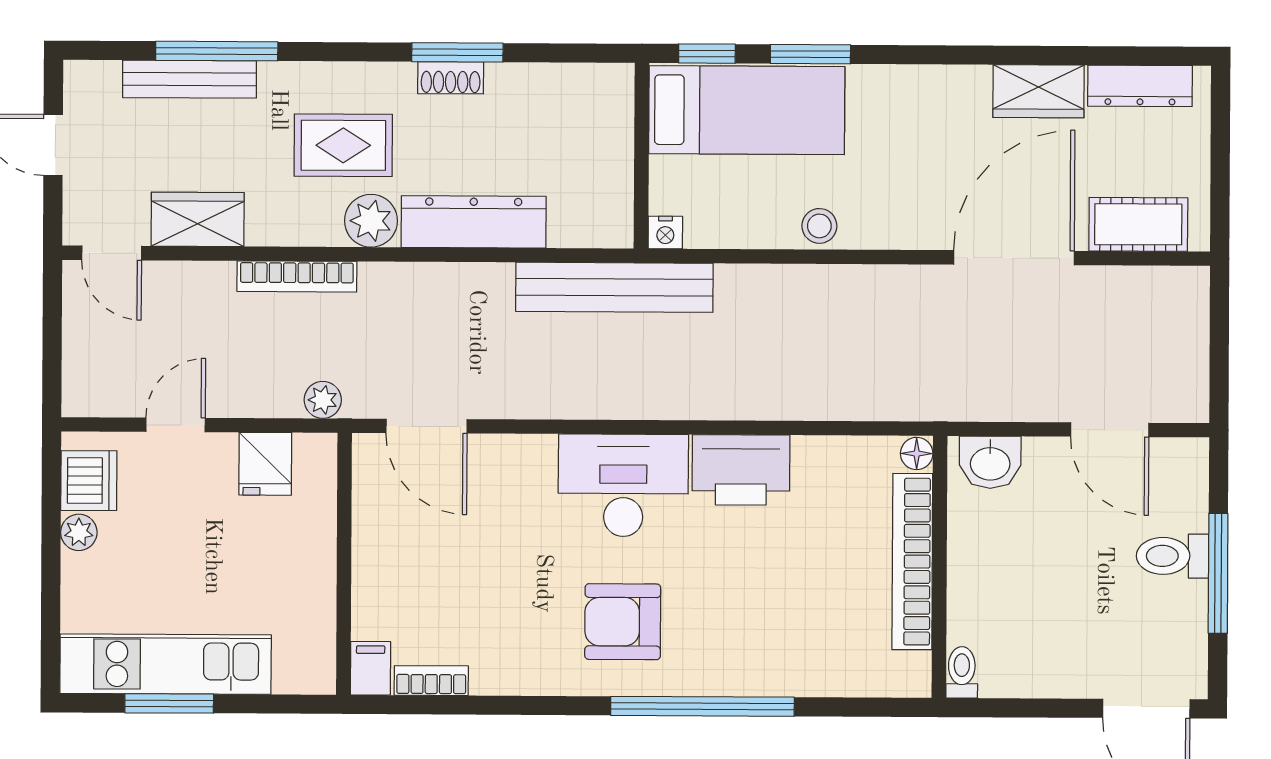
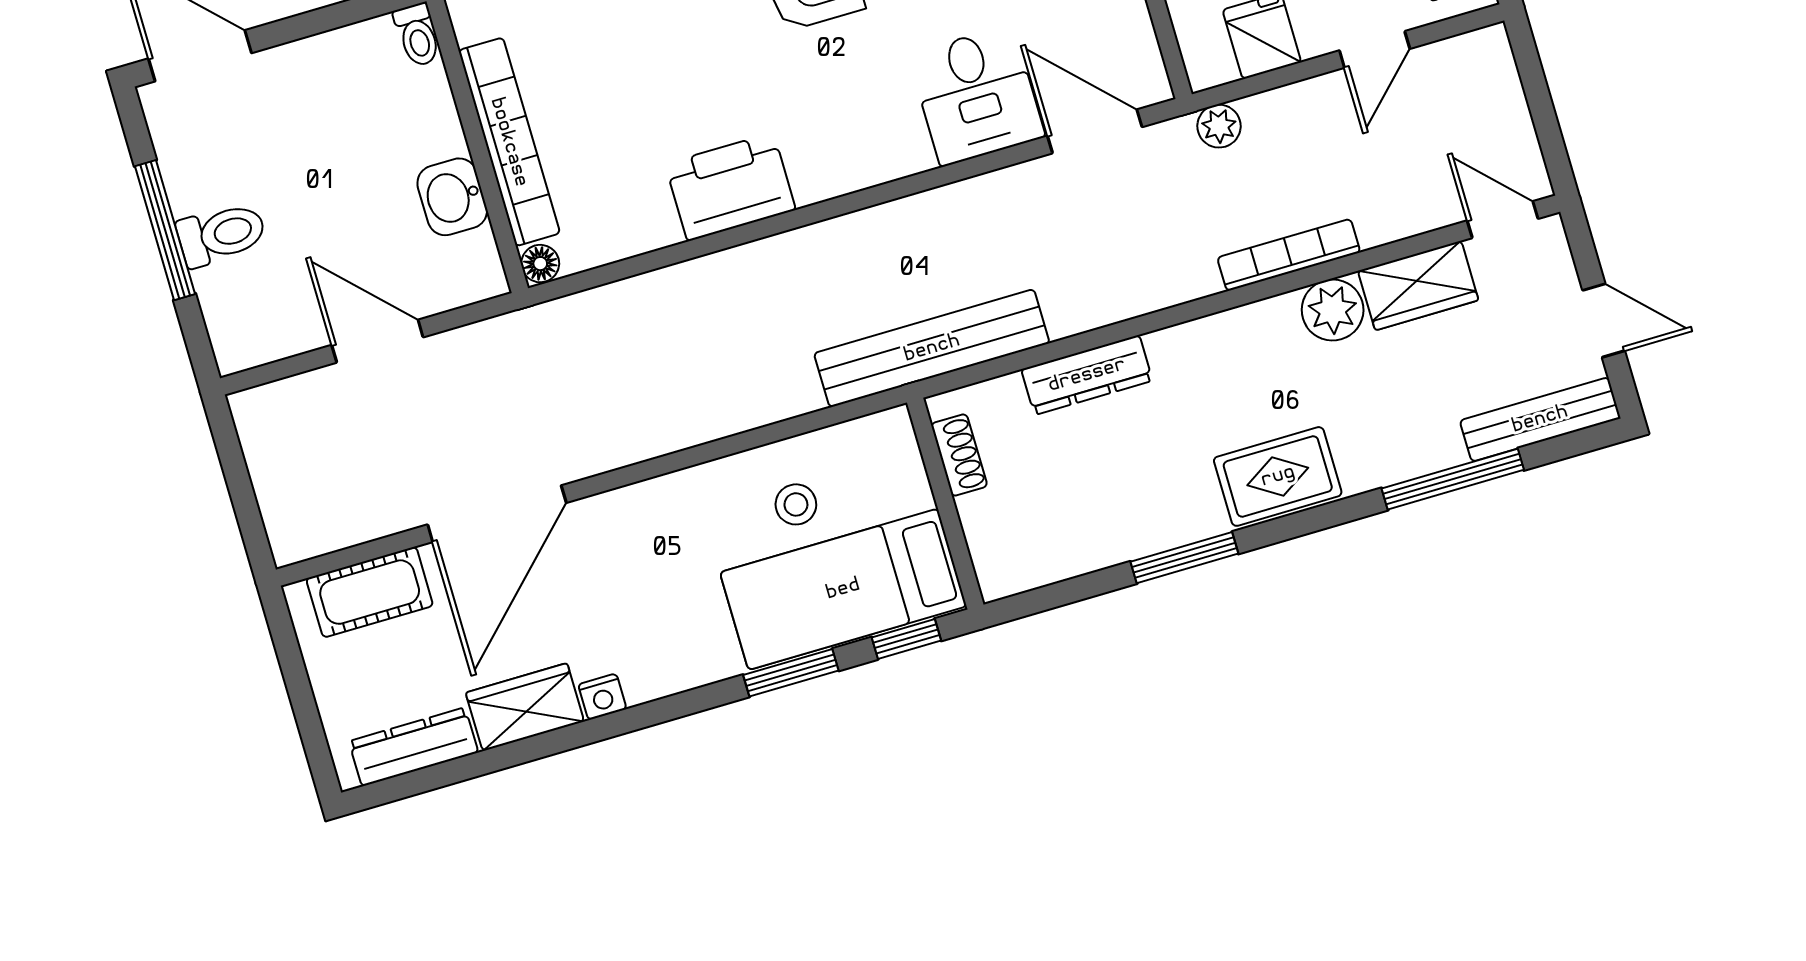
shoe rack: (451, 78) -> (959, 455), moved, turned 90
bench: (190, 79) -> (1540, 419), moved
rug: (343, 145) -> (1278, 476), moved
plant: (371, 221) -> (1333, 310), moved
dresser: (474, 222) -> (1087, 375), width x0.73, depth x0.80
stool: (819, 226) -> (796, 504), moved
nightstand: (665, 232) -> (602, 697), moved, turned 180
door: (1110, 430) -> (377, 341), moved
washbasin: (990, 462) -> (452, 197), moved, turned -90
desk: (623, 485) -> (977, 95), moved, width x0.73

